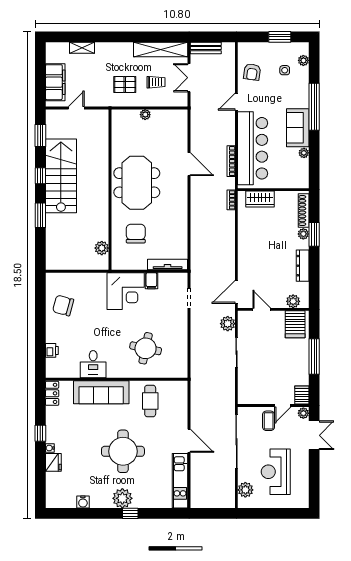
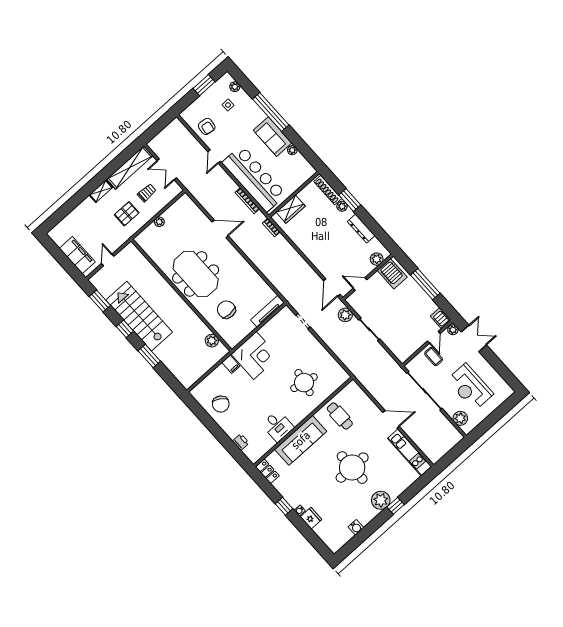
shelving: (82, 48) -> (101, 191), moved
bench: (206, 48) -> (160, 139), removed
filing cabinet: (151, 281) -> (231, 364), moved
chair: (63, 305) -> (221, 404), turned -71

